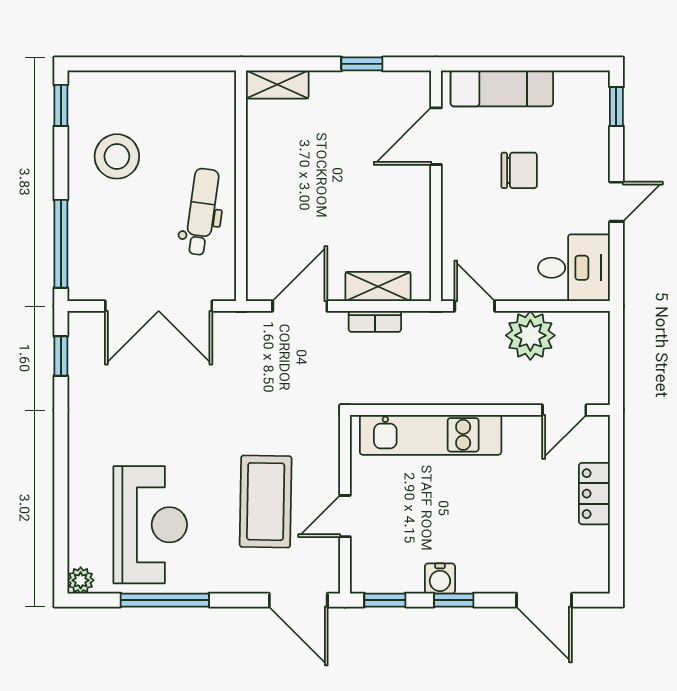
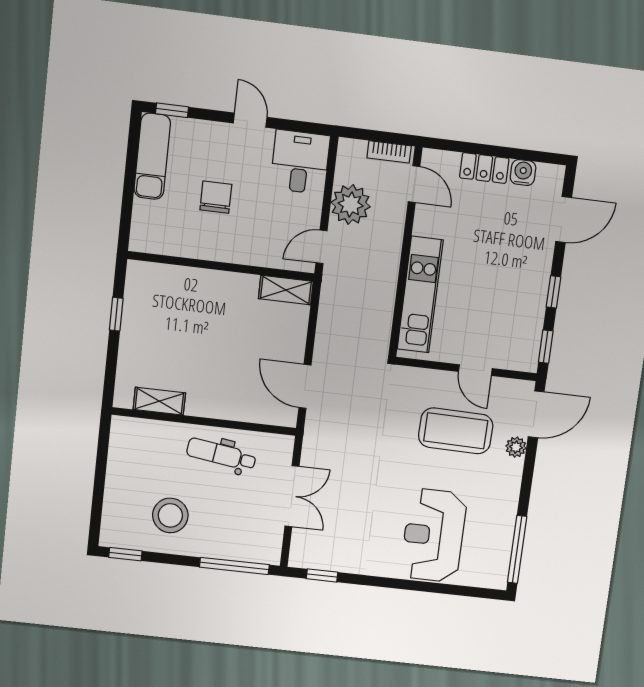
shelving: (277, 85) -> (159, 401), moved, turned 90
exam couch: (502, 88) -> (152, 156), moved
door: (436, 136) -> (181, 261), removed
shelving: (378, 286) -> (286, 290), moved, turned 90
double door: (159, 306) -> (292, 496), width x0.73
bookcase: (375, 321) -> (389, 152), moved, turned 90
reception desk: (150, 525) -> (434, 535), moved, turned -90
water cooler: (440, 579) -> (523, 173), moved, turned -90
plant: (81, 580) -> (516, 447), moved
window: (165, 600) -> (517, 549), moved

